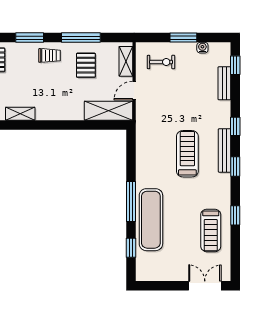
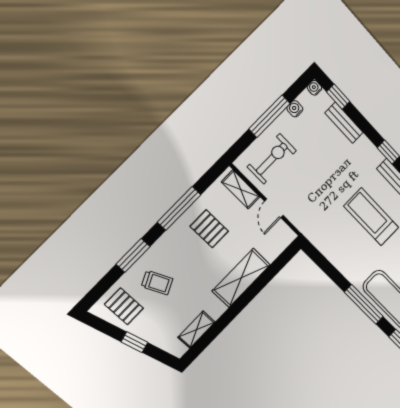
window: (183, 38) -> (269, 116), width x1.44
water cooler: (226, 47) -> (314, 88), added
trolley: (49, 55) -> (157, 283), moved, turned 65
exercise bike: (161, 62) -> (272, 159), width x1.38, depth x1.39
shelving: (109, 111) -> (241, 278), moved

